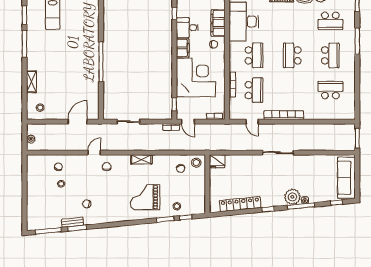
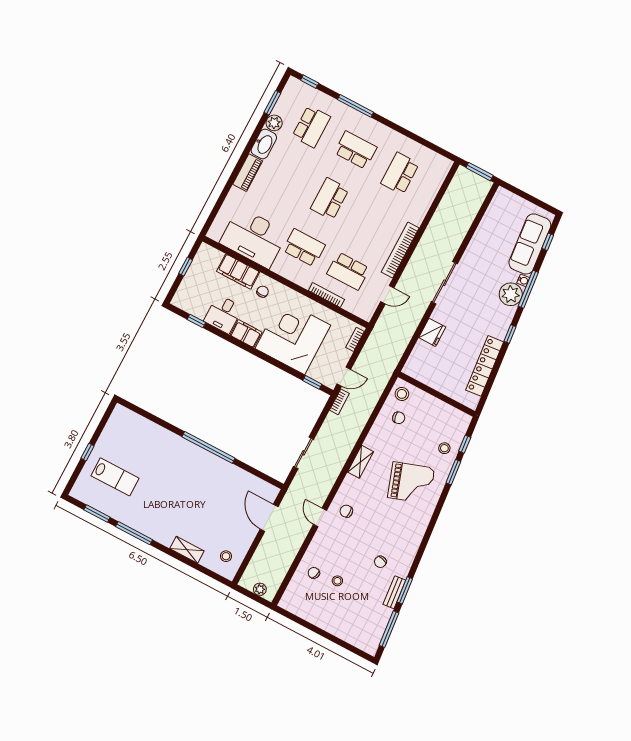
school desk: (292, 55) -> (330, 199), turned 90
school desk: (254, 90) -> (348, 271), turned 180
fridge: (217, 161) -> (432, 332), moved
sofa: (346, 178) -> (530, 244), moved, turned 84
grand piano: (145, 197) -> (411, 483), turned -109

